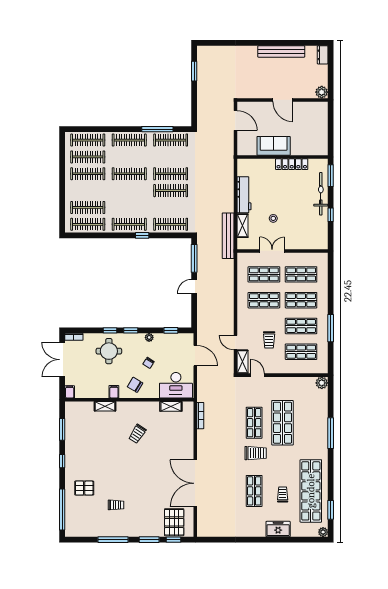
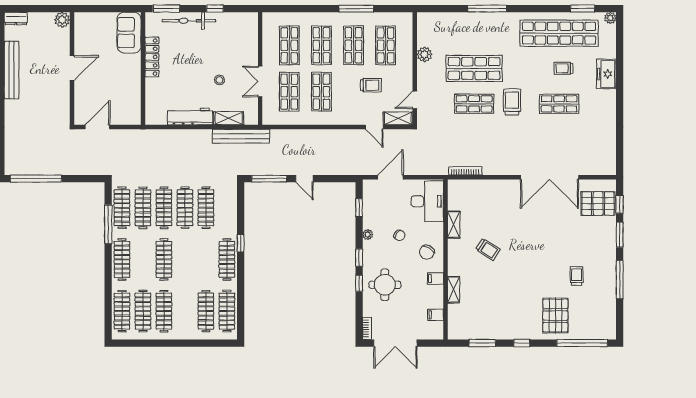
window: (194, 71) -> (36, 179), width x2.11
sofa: (274, 146) -> (129, 33), moved
clothes rail: (171, 157) -> (143, 208), added
clothes rail: (171, 224) -> (206, 208), moved
door: (235, 343) -> (374, 127), hinge flipped
plant: (322, 383) -> (424, 54), moved
filing cabinet: (70, 392) -> (436, 315), moved
shelving: (171, 406) -> (454, 225), moved
pallet: (84, 488) -> (555, 316), width x1.50, depth x1.42

